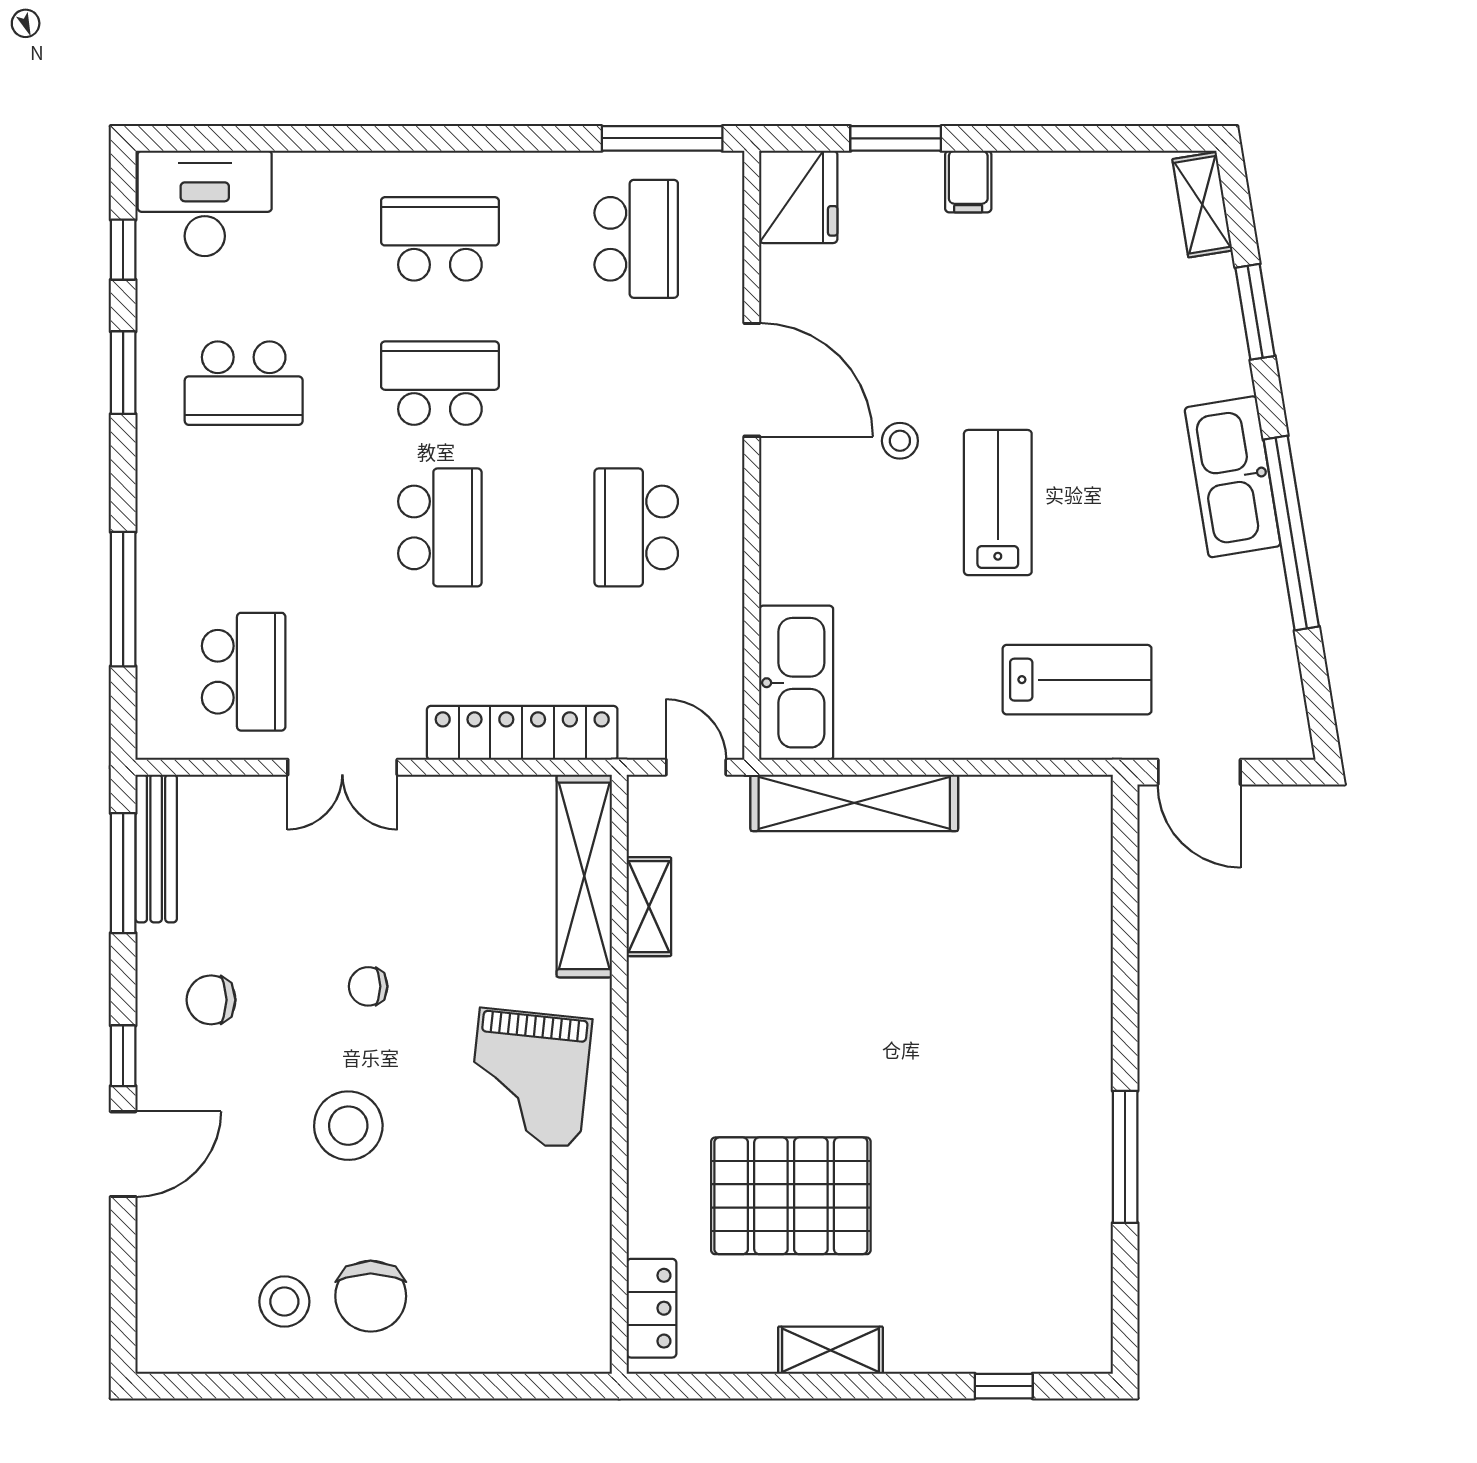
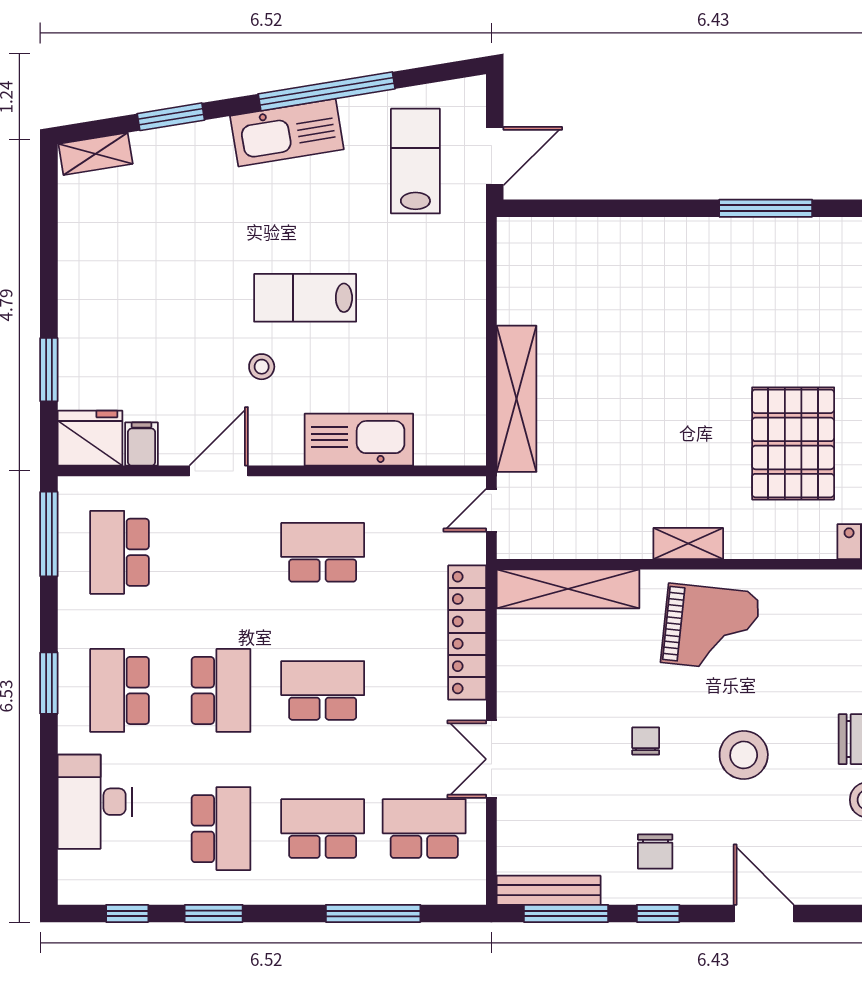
window: (450, 138) -> (49, 683), added
filing cabinet: (968, 182) -> (142, 444), moved, turned -90
desk: (205, 203) -> (95, 802), moved
school desk: (636, 239) -> (120, 552), turned -90
door: (752, 380) -> (219, 471), width x0.73
school desk: (440, 383) -> (221, 690), turned 180
school desk: (244, 527) -> (323, 829), added
school desk: (636, 527) -> (323, 552), turned 180
lab bench: (1077, 680) -> (415, 161), moved
kitchen sink: (796, 683) -> (359, 440), moved
double door: (342, 767) -> (491, 759), swing flipped
shelving: (649, 907) -> (688, 543), moved
chair: (368, 986) -> (646, 741), turned 180
window: (123, 1056) -> (658, 913), moved

